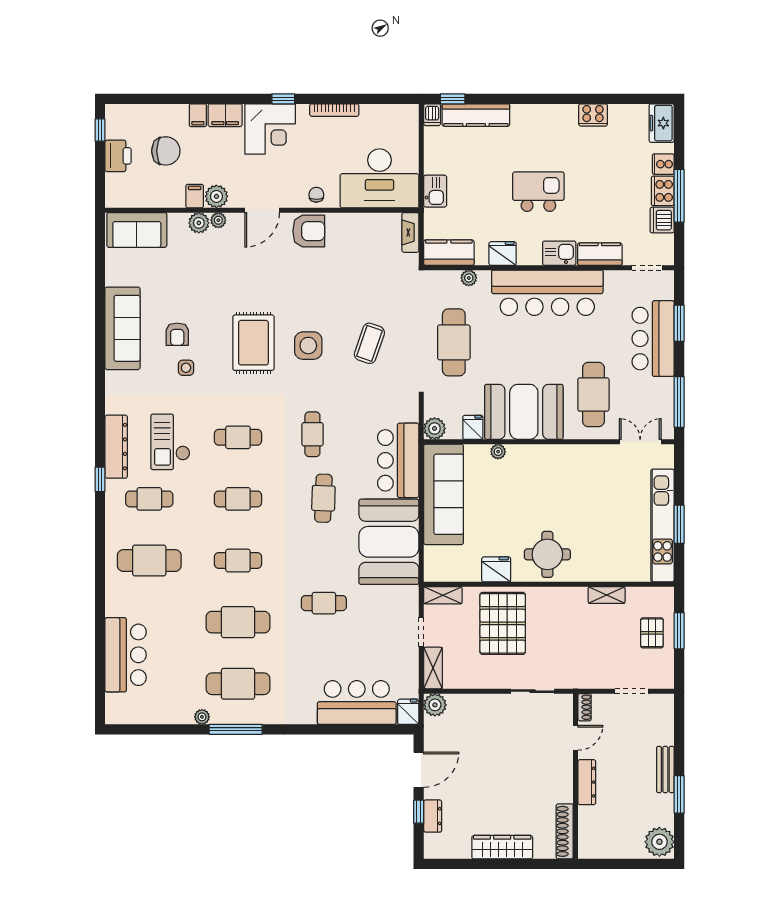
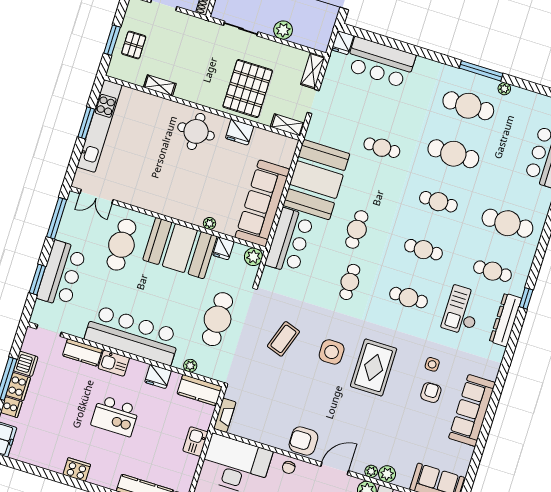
cooker: (593, 115) -> (77, 470), moved
checkout: (170, 442) -> (462, 310), turned 180
plant: (435, 705) -> (283, 30), moved

